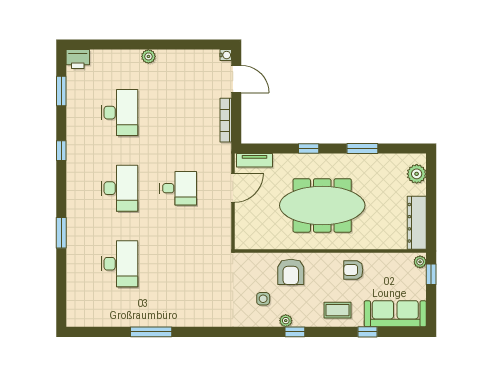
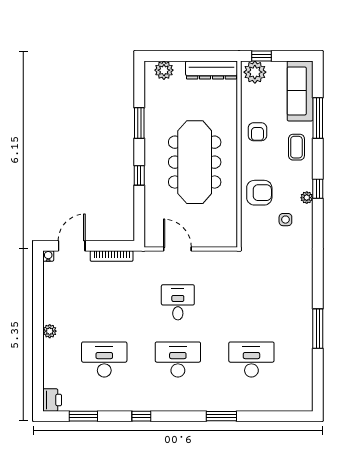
tv unit: (255, 160) -> (151, 228), removed
plant: (420, 262) -> (255, 72), width x1.87, depth x1.87
window: (368, 332) -> (318, 118), width x2.17

